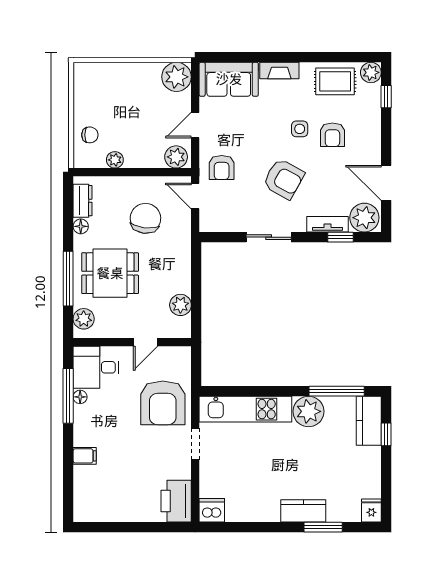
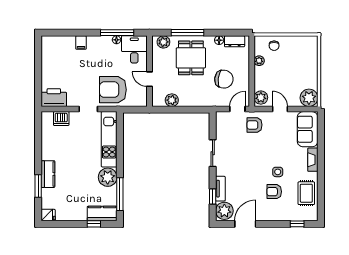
plant: (371, 72) -> (312, 215), removed
armchair: (284, 179) -> (248, 162), removed
dishwasher: (212, 510) -> (61, 119), moved, turned 90

